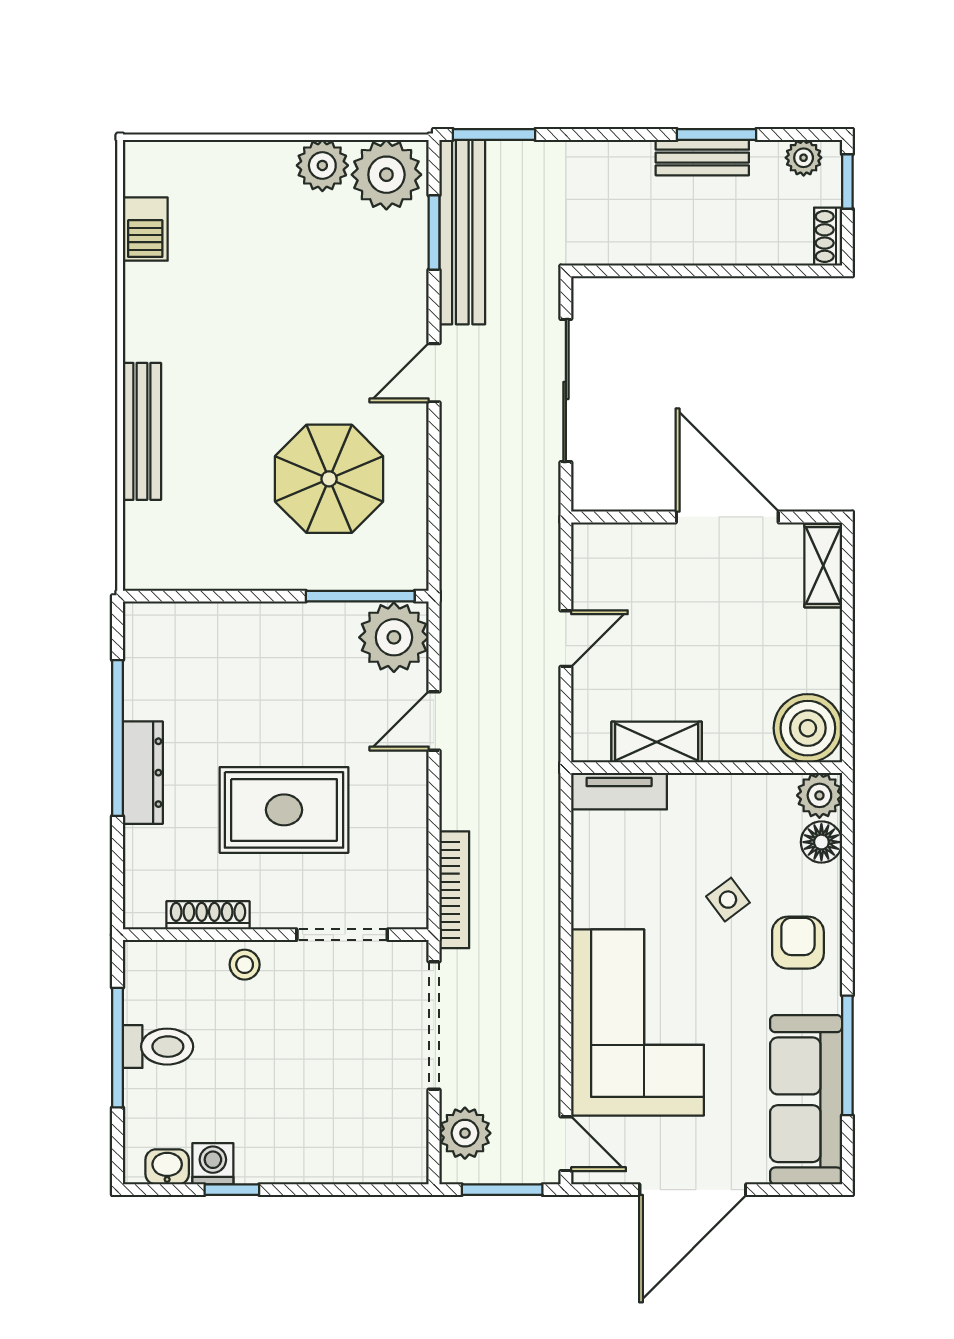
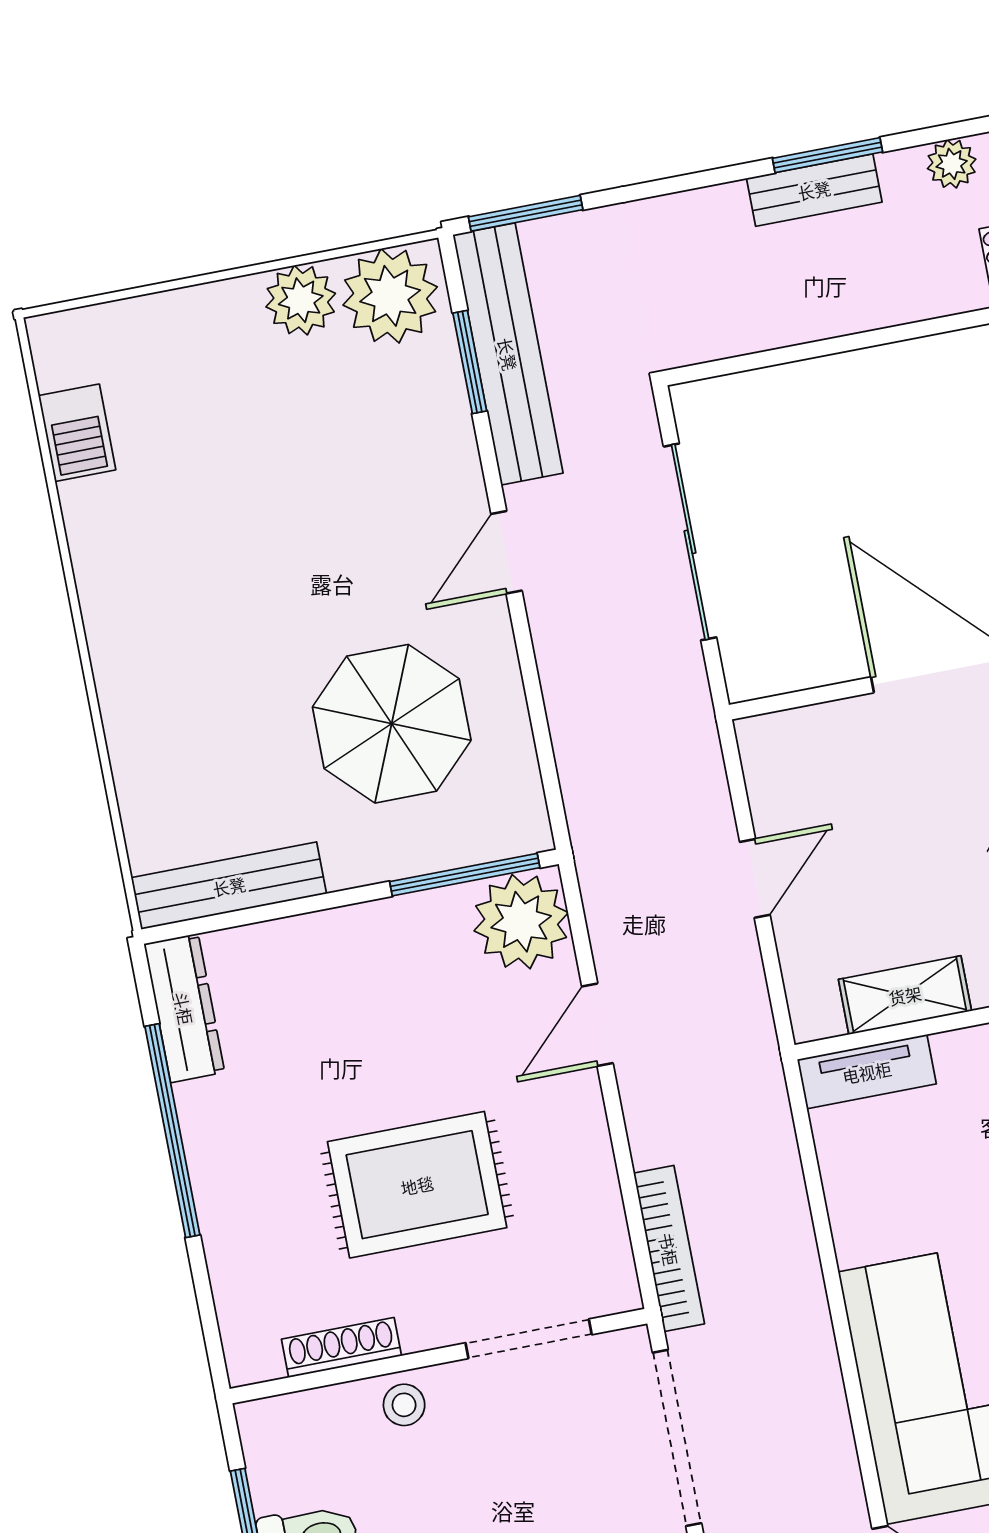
bench: (142, 431) -> (229, 886), moved, turned 90
dresser: (143, 773) -> (184, 1008), moved

